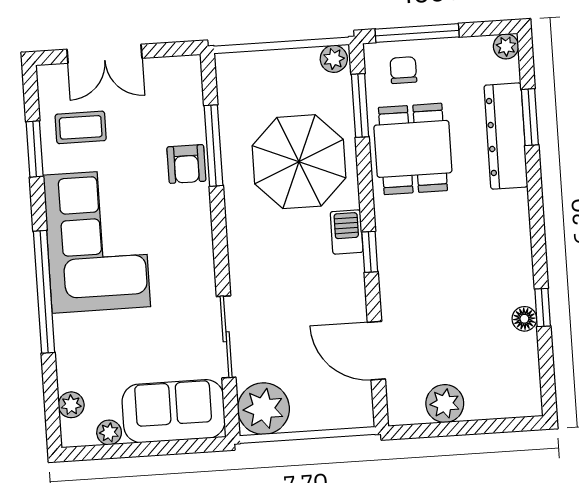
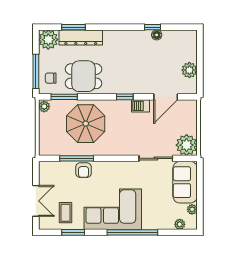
plant: (506, 46) -> (48, 40), width x1.88, depth x1.88
armchair: (186, 164) -> (84, 170), turned 90
barbecue: (347, 232) -> (141, 106), moved

